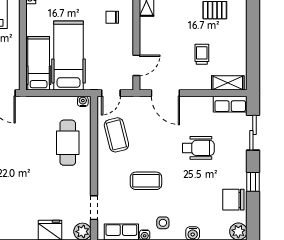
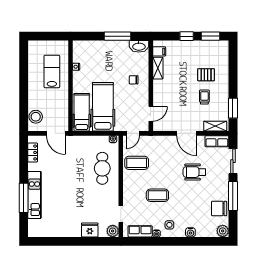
trolley: (202, 54) -> (204, 97), moved
window: (253, 58) -> (233, 108), added
door: (165, 93) -> (187, 133), moved
coffee table: (116, 135) -> (137, 163), turned -76
wheelchair: (198, 148) -> (194, 172), turned 180
window: (253, 182) -> (233, 196), width x2.17

